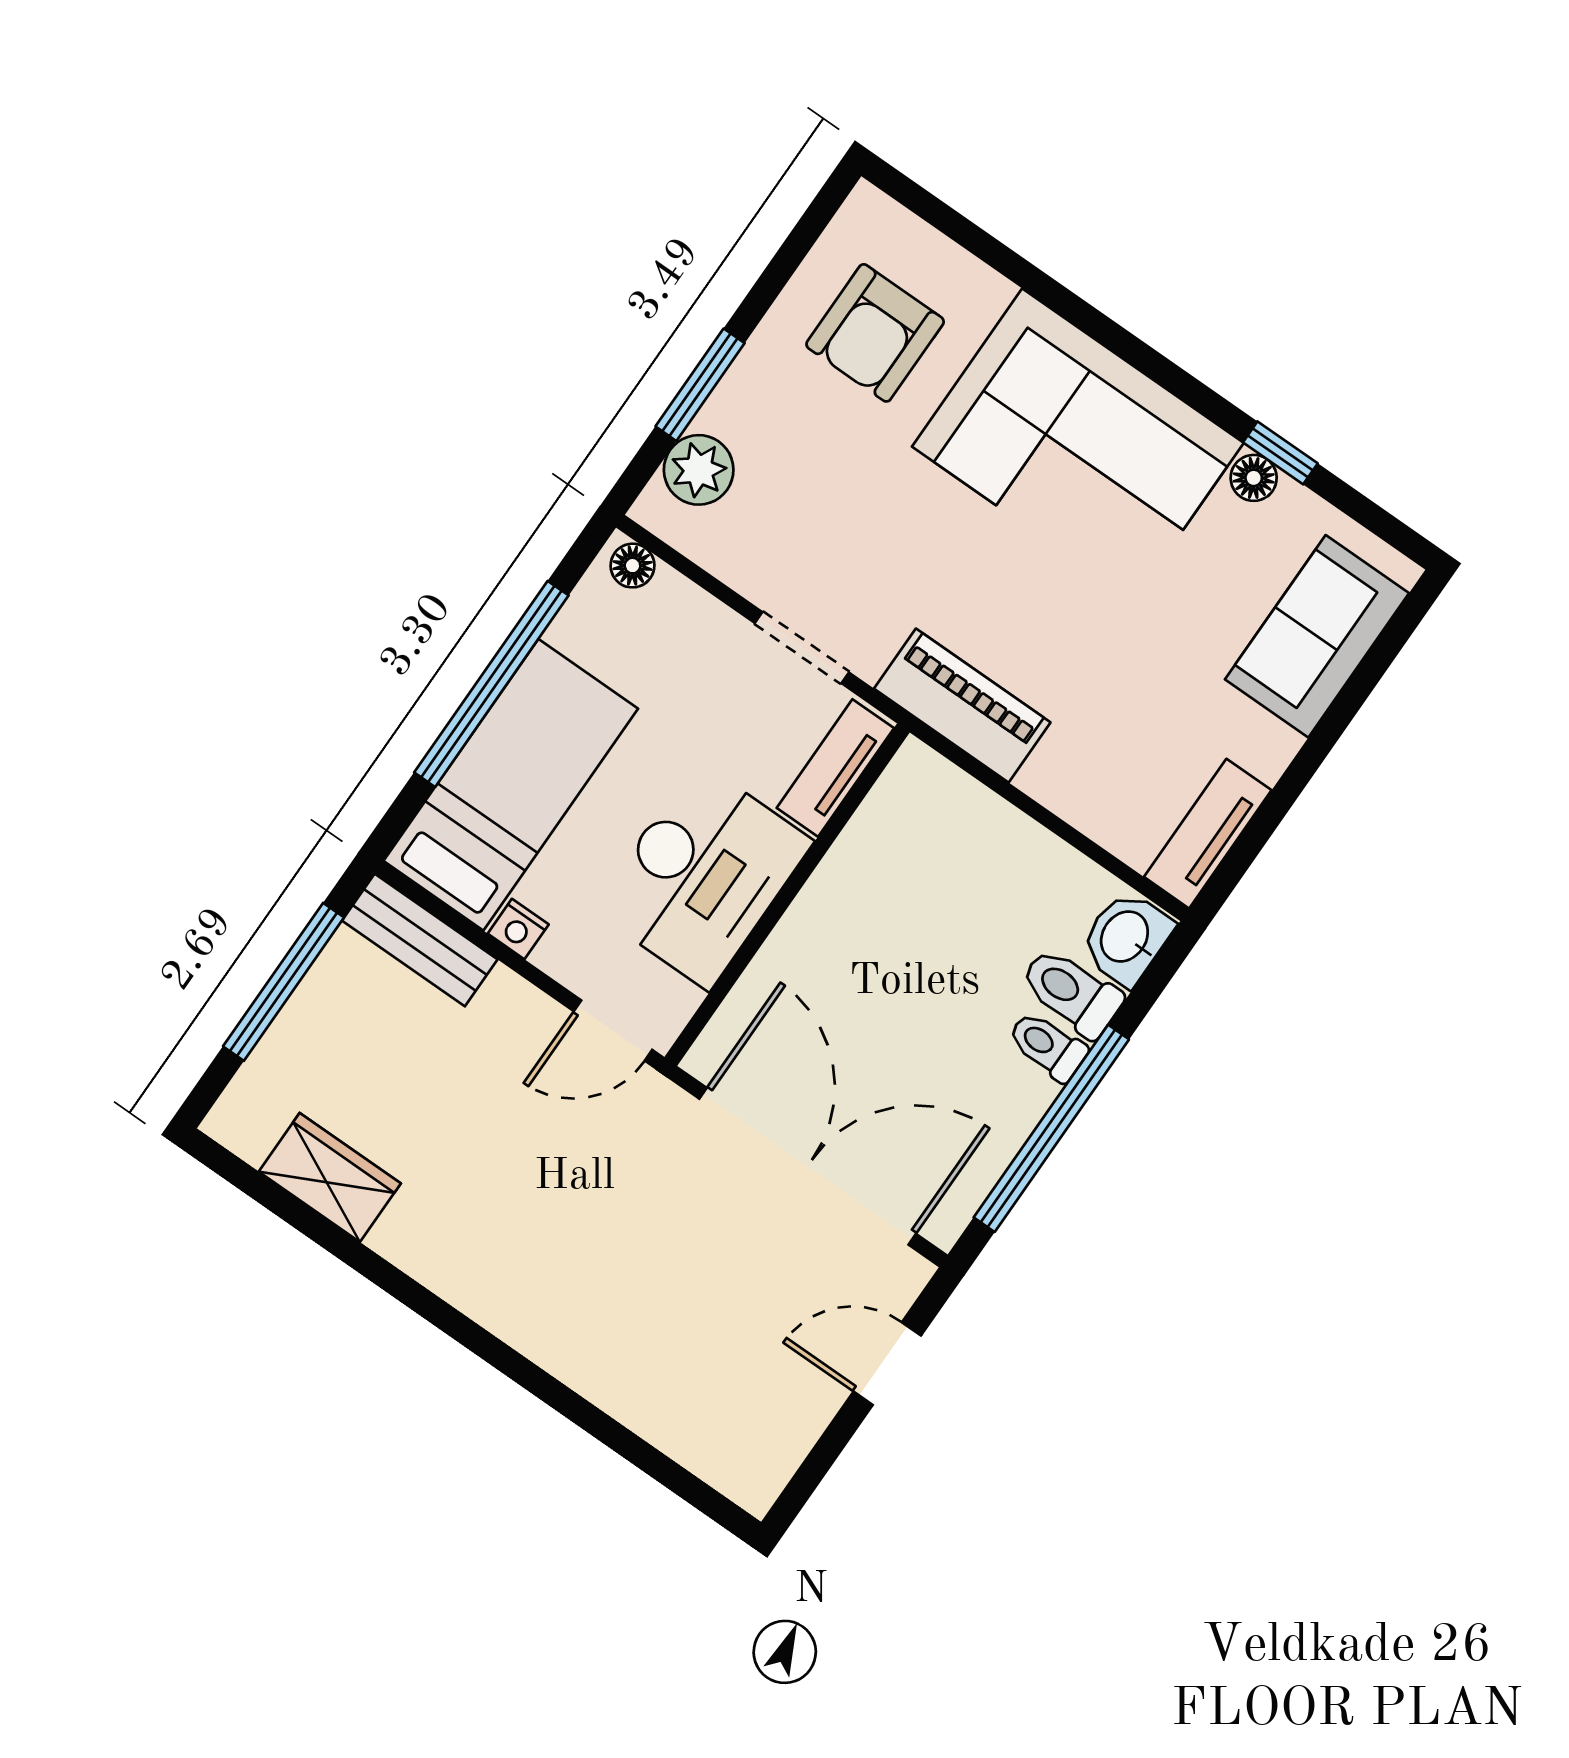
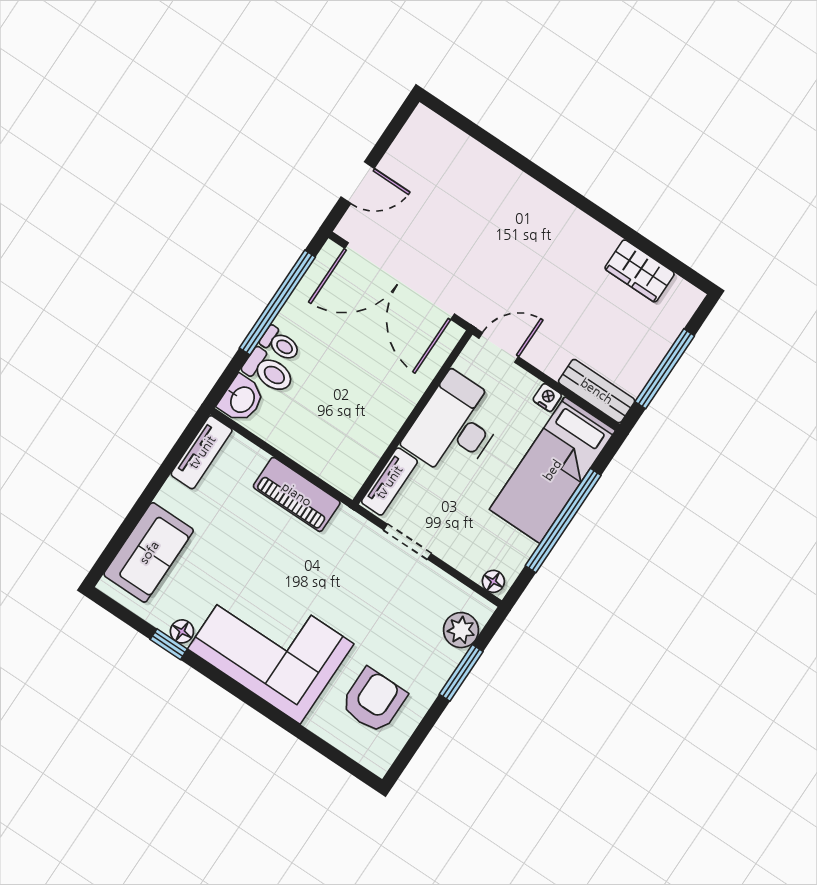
piano: (962, 705) -> (297, 494), moved

